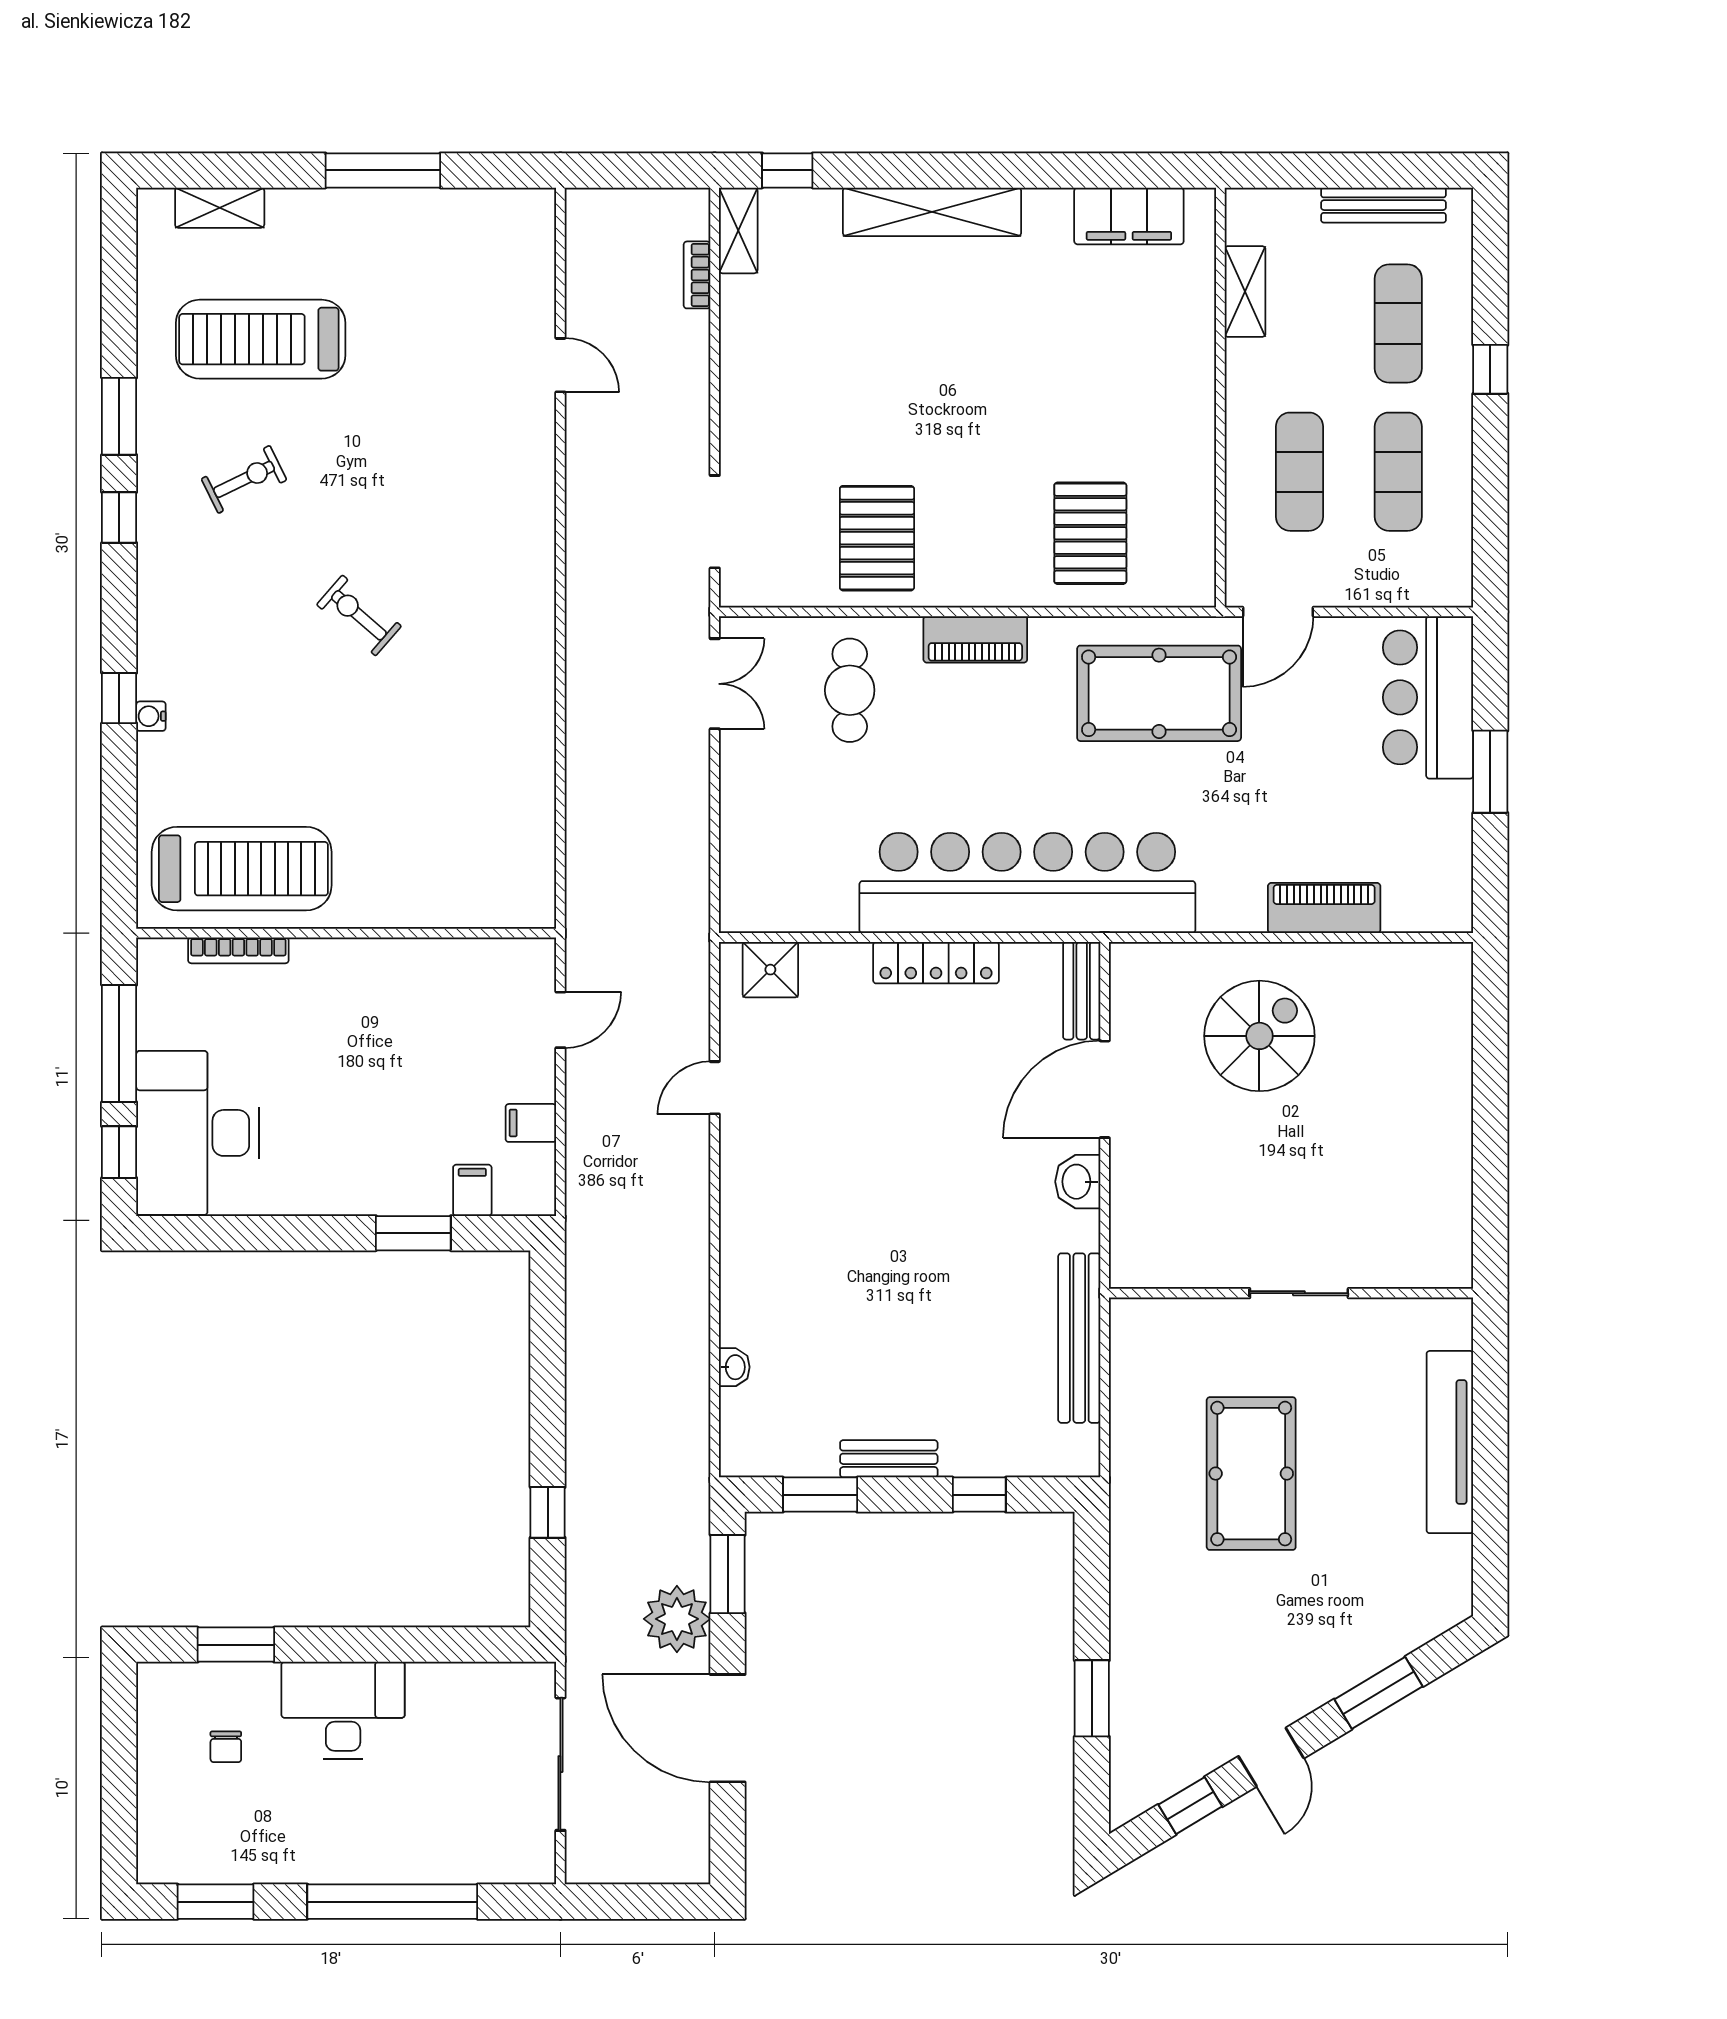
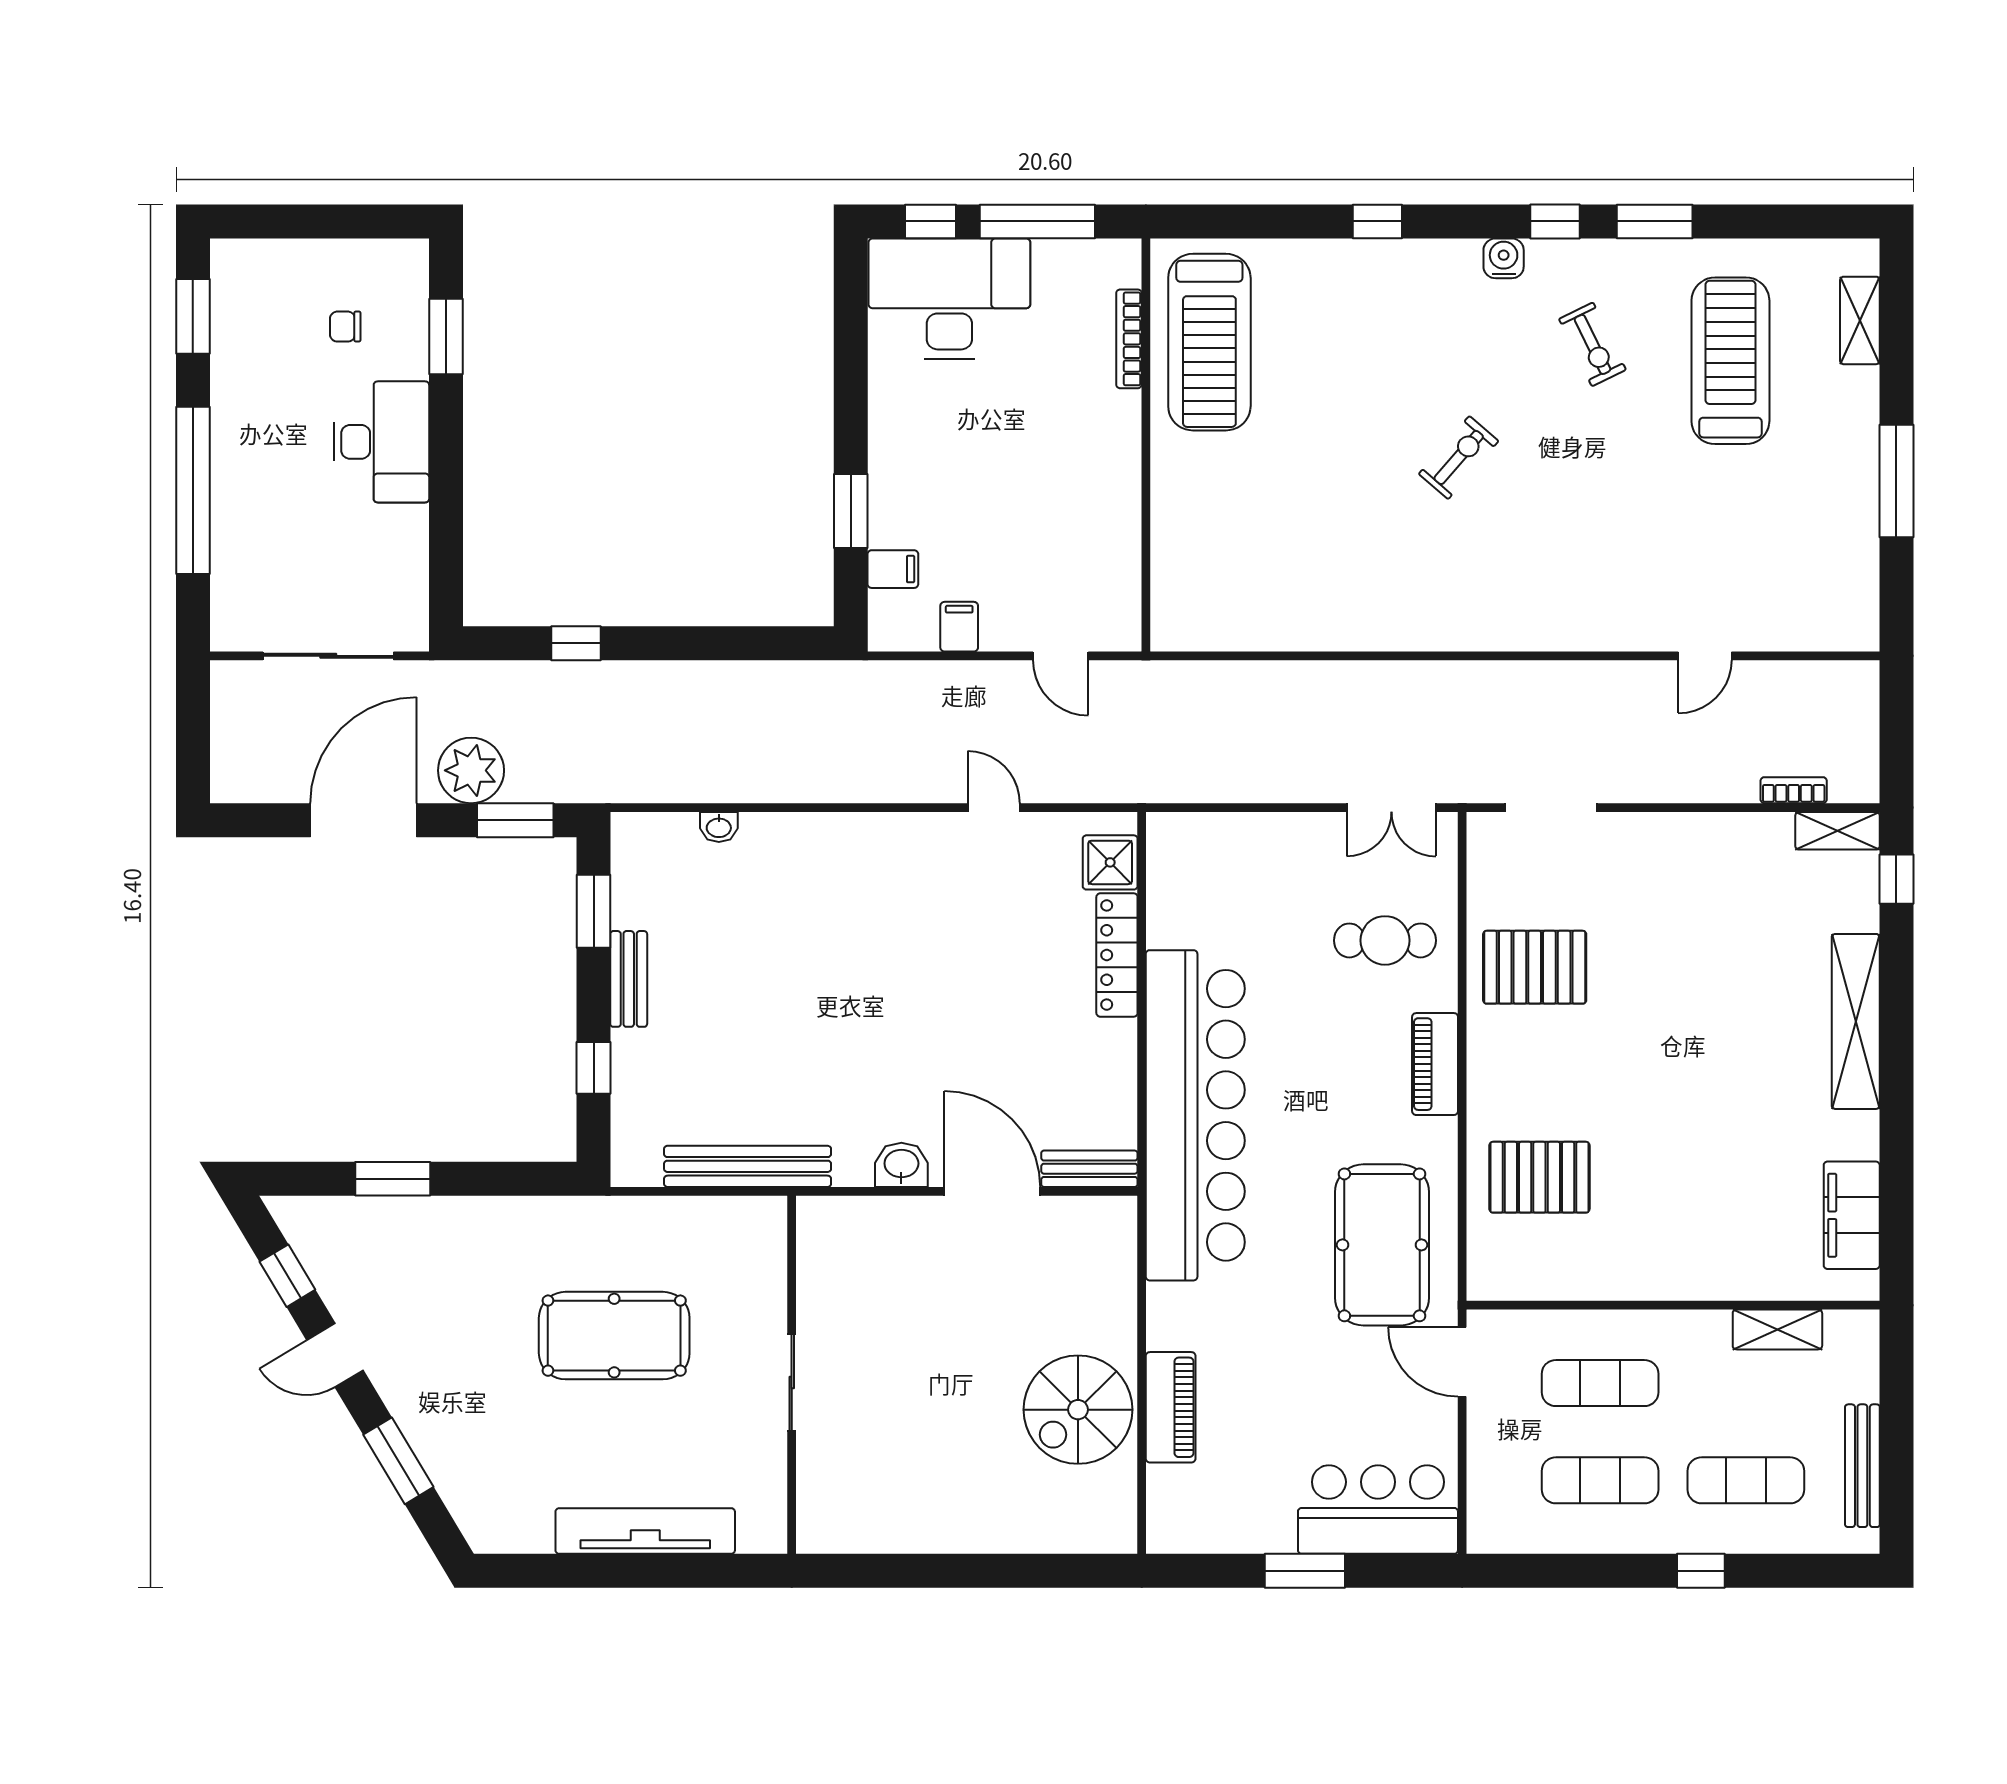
water cooler: (151, 716) -> (1504, 258), moved, width x1.38, depth x1.38
locker: (936, 963) -> (1117, 955), moved
spiral stairs: (1259, 1036) -> (1078, 1410), moved, turned 90

